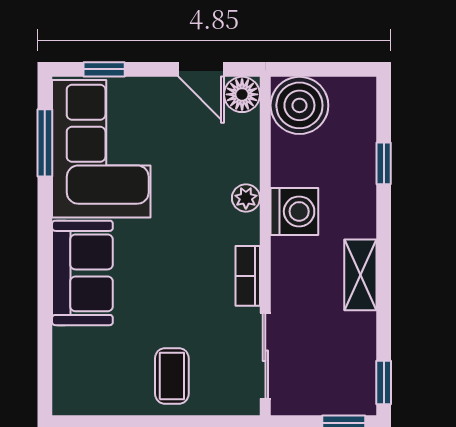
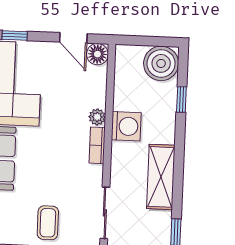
boiler: (299, 105) -> (161, 63), moved
shelving: (360, 275) -> (161, 177), width x1.50, depth x1.33
bookcase: (248, 276) -> (97, 145), moved

